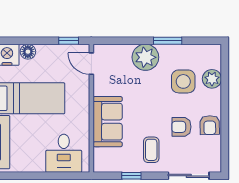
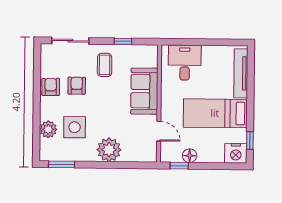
window: (168, 41) -> (62, 164), moved
floor lamp: (28, 52) -> (190, 156), moved
door: (91, 64) -> (159, 131), moved
armchair: (181, 127) -> (77, 86), turned -90

